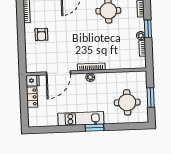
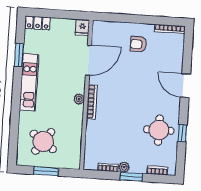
door: (58, 73) -> (89, 60), swing flipped
locker: (32, 97) -> (38, 23), moved
round table: (127, 102) -> (43, 141), turned 36
window: (95, 128) -> (19, 55), moved

